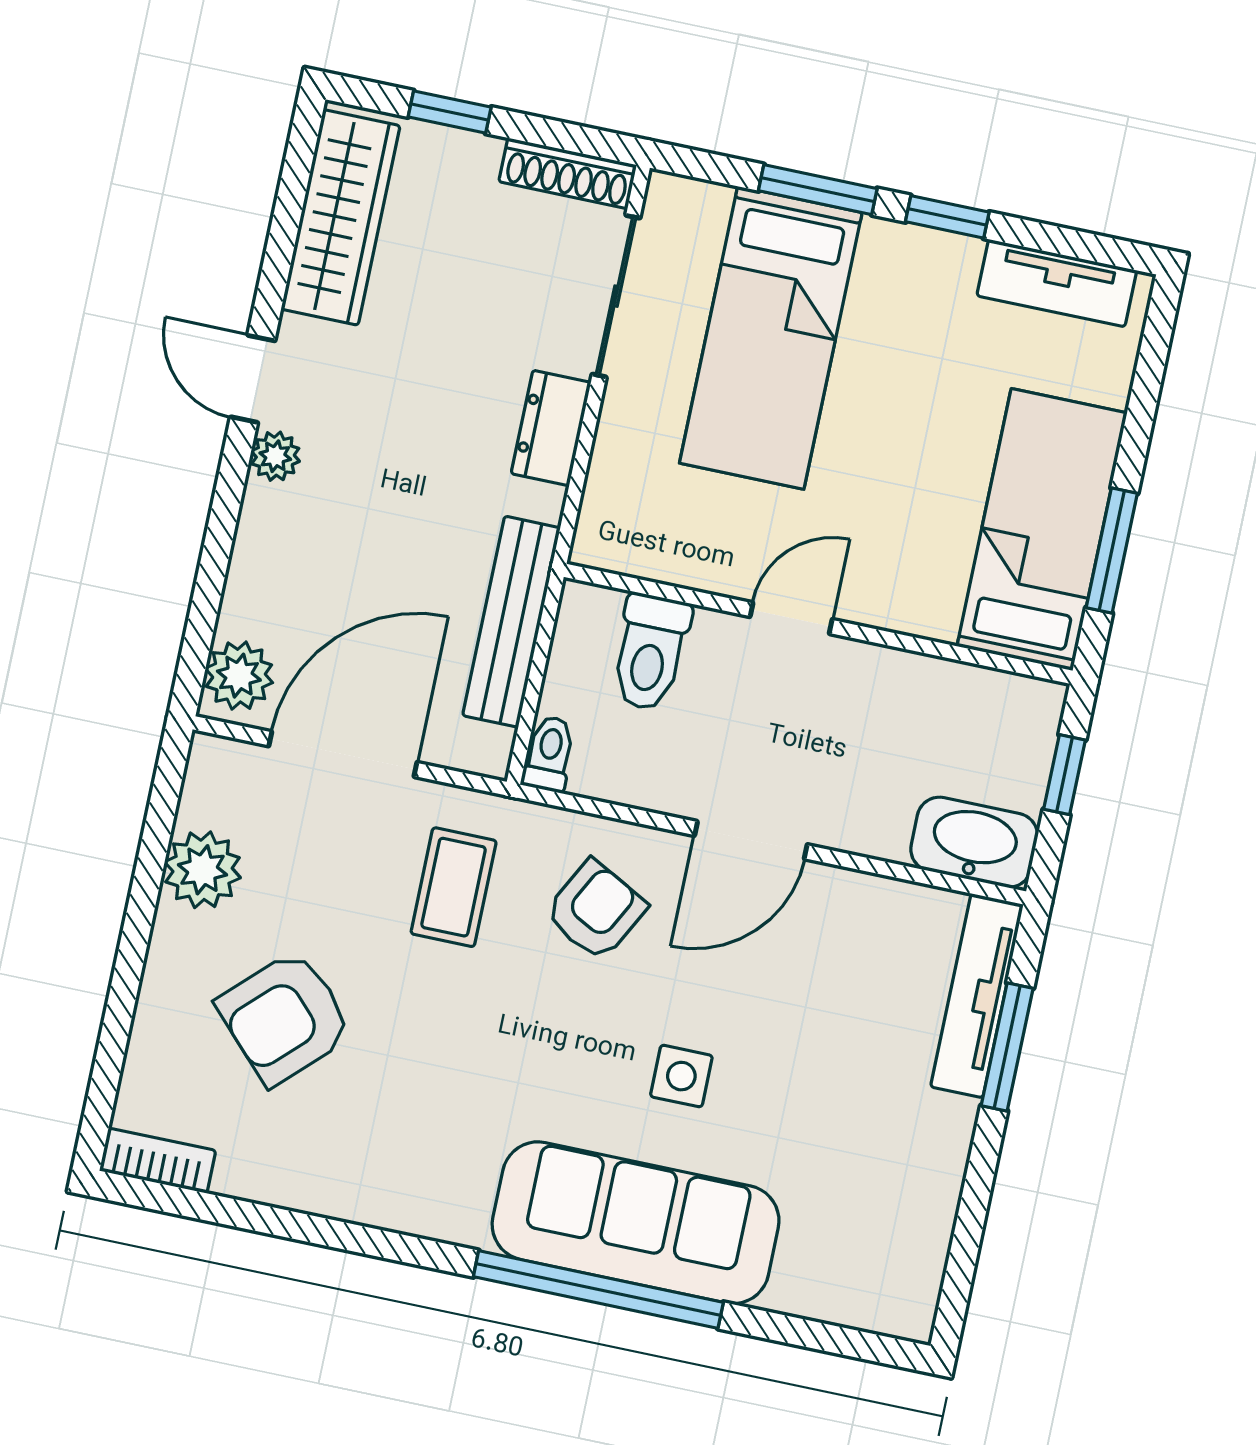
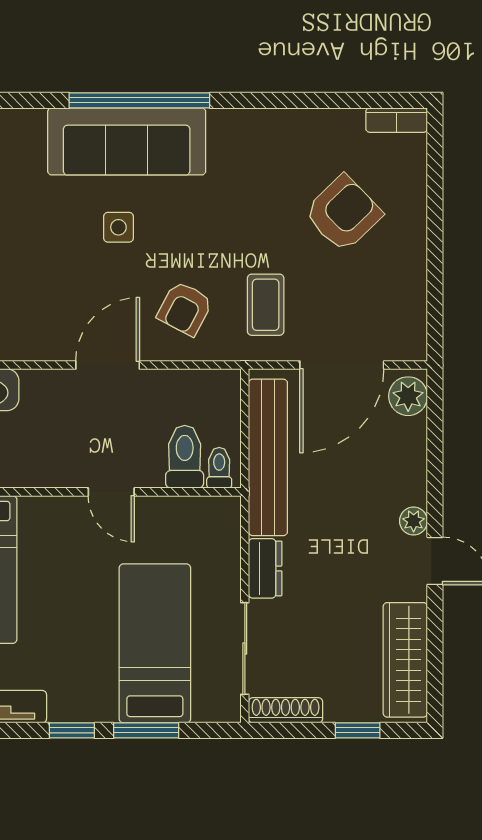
door: (791, 618) -> (111, 492), hinge flipped
bench: (511, 622) -> (268, 457), width x1.37, depth x1.21
toilet: (549, 754) -> (219, 468), moved, turned 180
plant: (203, 870) -> (406, 285), removed

